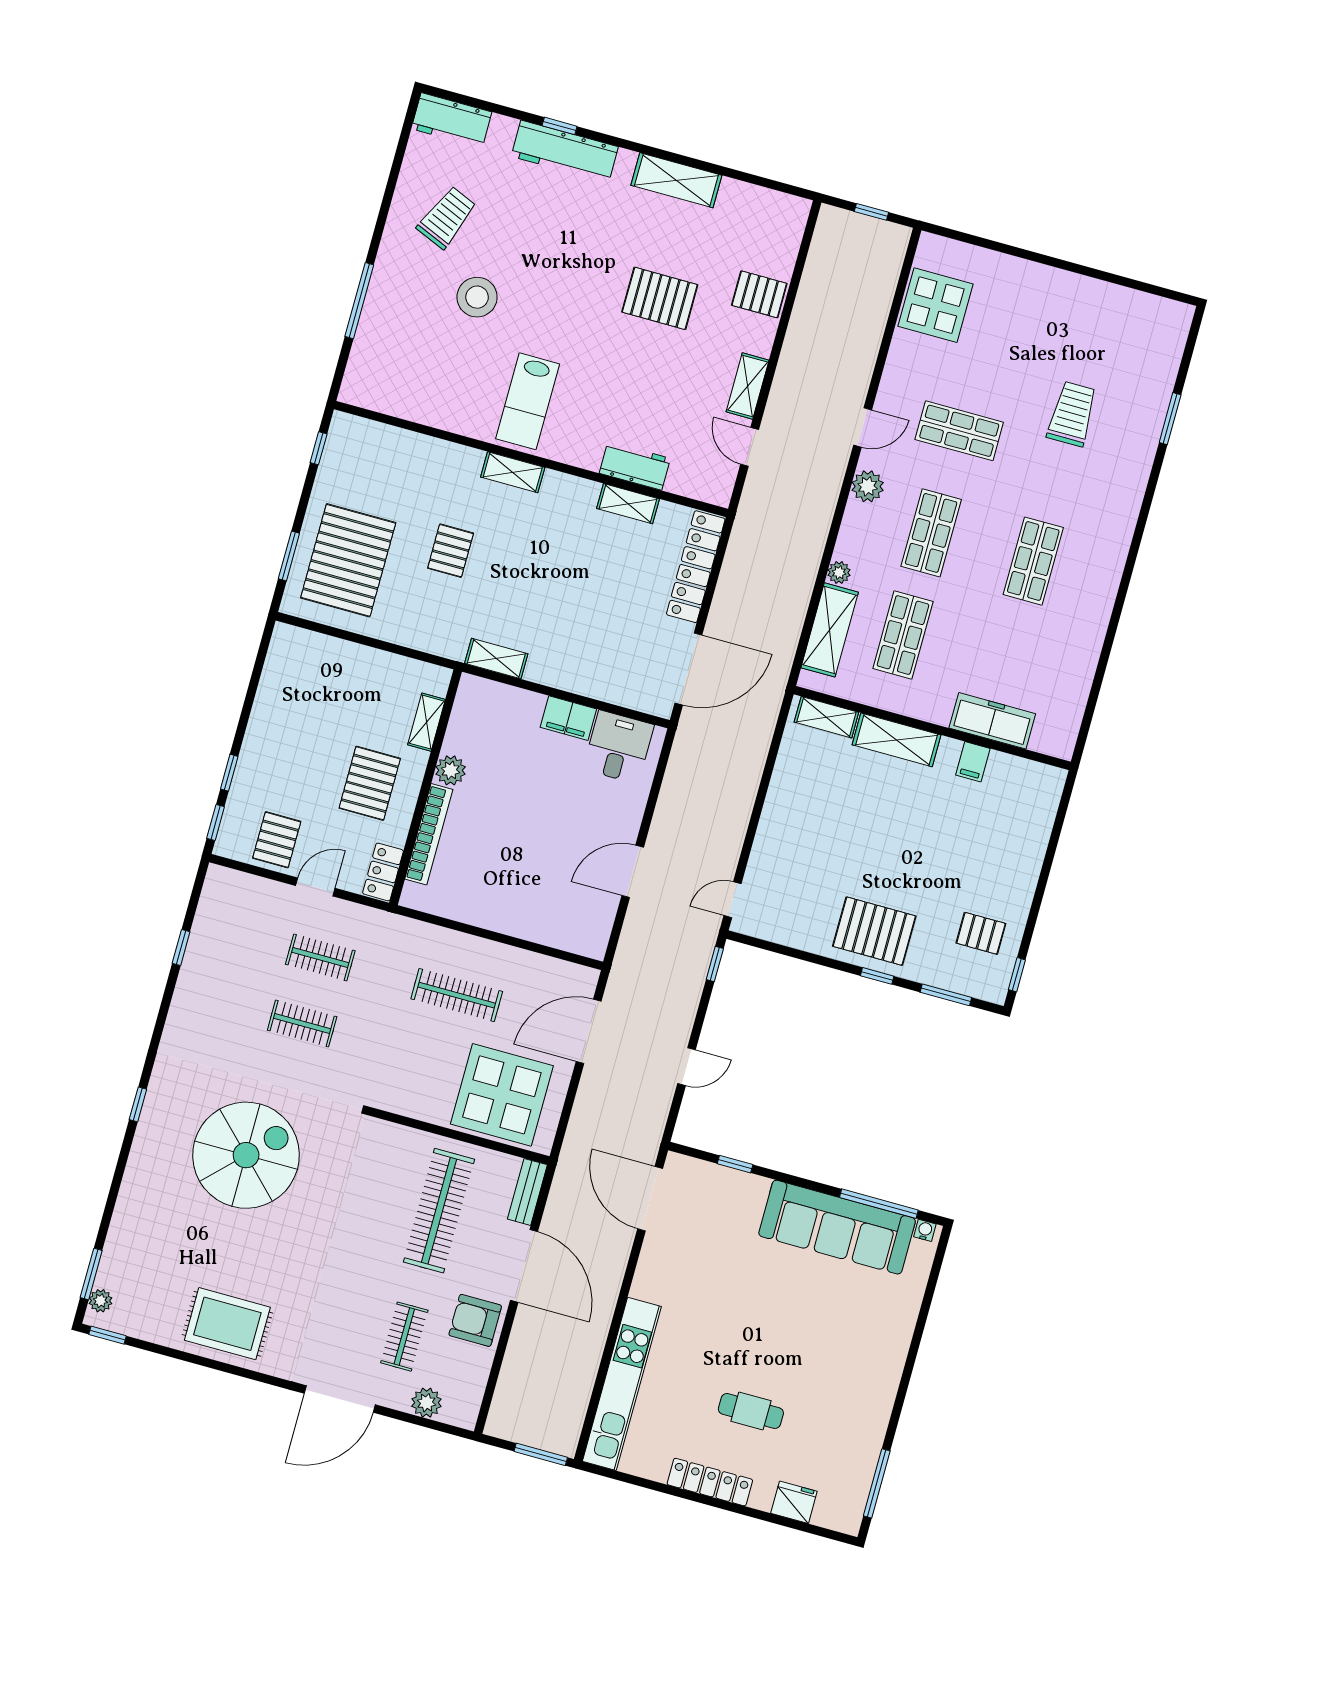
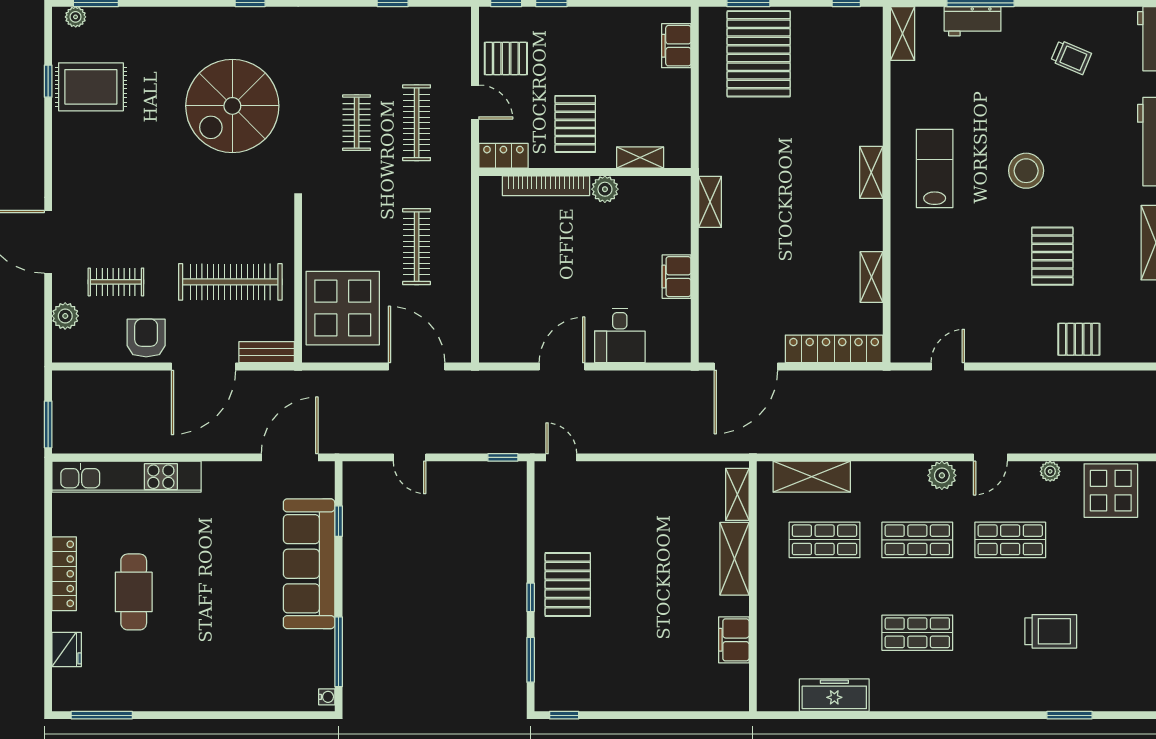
trolley: (447, 217) -> (1071, 57), width x0.73, depth x0.72
pallet: (759, 294) -> (1079, 339), turned 90
stool: (477, 297) -> (1026, 171), moved
shelving: (748, 386) -> (903, 33), moved, turned 90
lab bench: (528, 401) -> (935, 168), turned 90
door: (863, 428) -> (990, 457), hinge flipped
shop shelf: (959, 431) -> (1010, 540), turned 90
workbench: (635, 466) -> (973, 21), moved, turned 90
pallet: (451, 551) -> (791, 138), removed
pallet: (348, 560) -> (759, 54), turned 90
plant: (839, 573) -> (1050, 471), moved
filing cabinet: (314, 648) -> (676, 46), added
door: (688, 669) -> (746, 367), hinge flipped
freezer: (992, 721) -> (834, 695), moved, turned -90
desk: (618, 747) -> (620, 335), moved, turned 90
filing cabinet: (973, 762) -> (734, 640), width x2.00
pallet: (370, 783) -> (575, 124), turned 90
door: (633, 871) -> (562, 367), hinge flipped
pallet: (981, 933) -> (591, 675), removed
clothes rail: (320, 958) -> (417, 123), width x1.36
spiral stairs: (246, 1155) -> (232, 106), turned 90
sofa: (837, 1227) -> (309, 564), moved
rug: (227, 1324) -> (91, 87), moved, turned 90
window: (108, 1335) -> (48, 81), moved
cafe table: (751, 1411) -> (134, 592), width x1.37, depth x1.35

